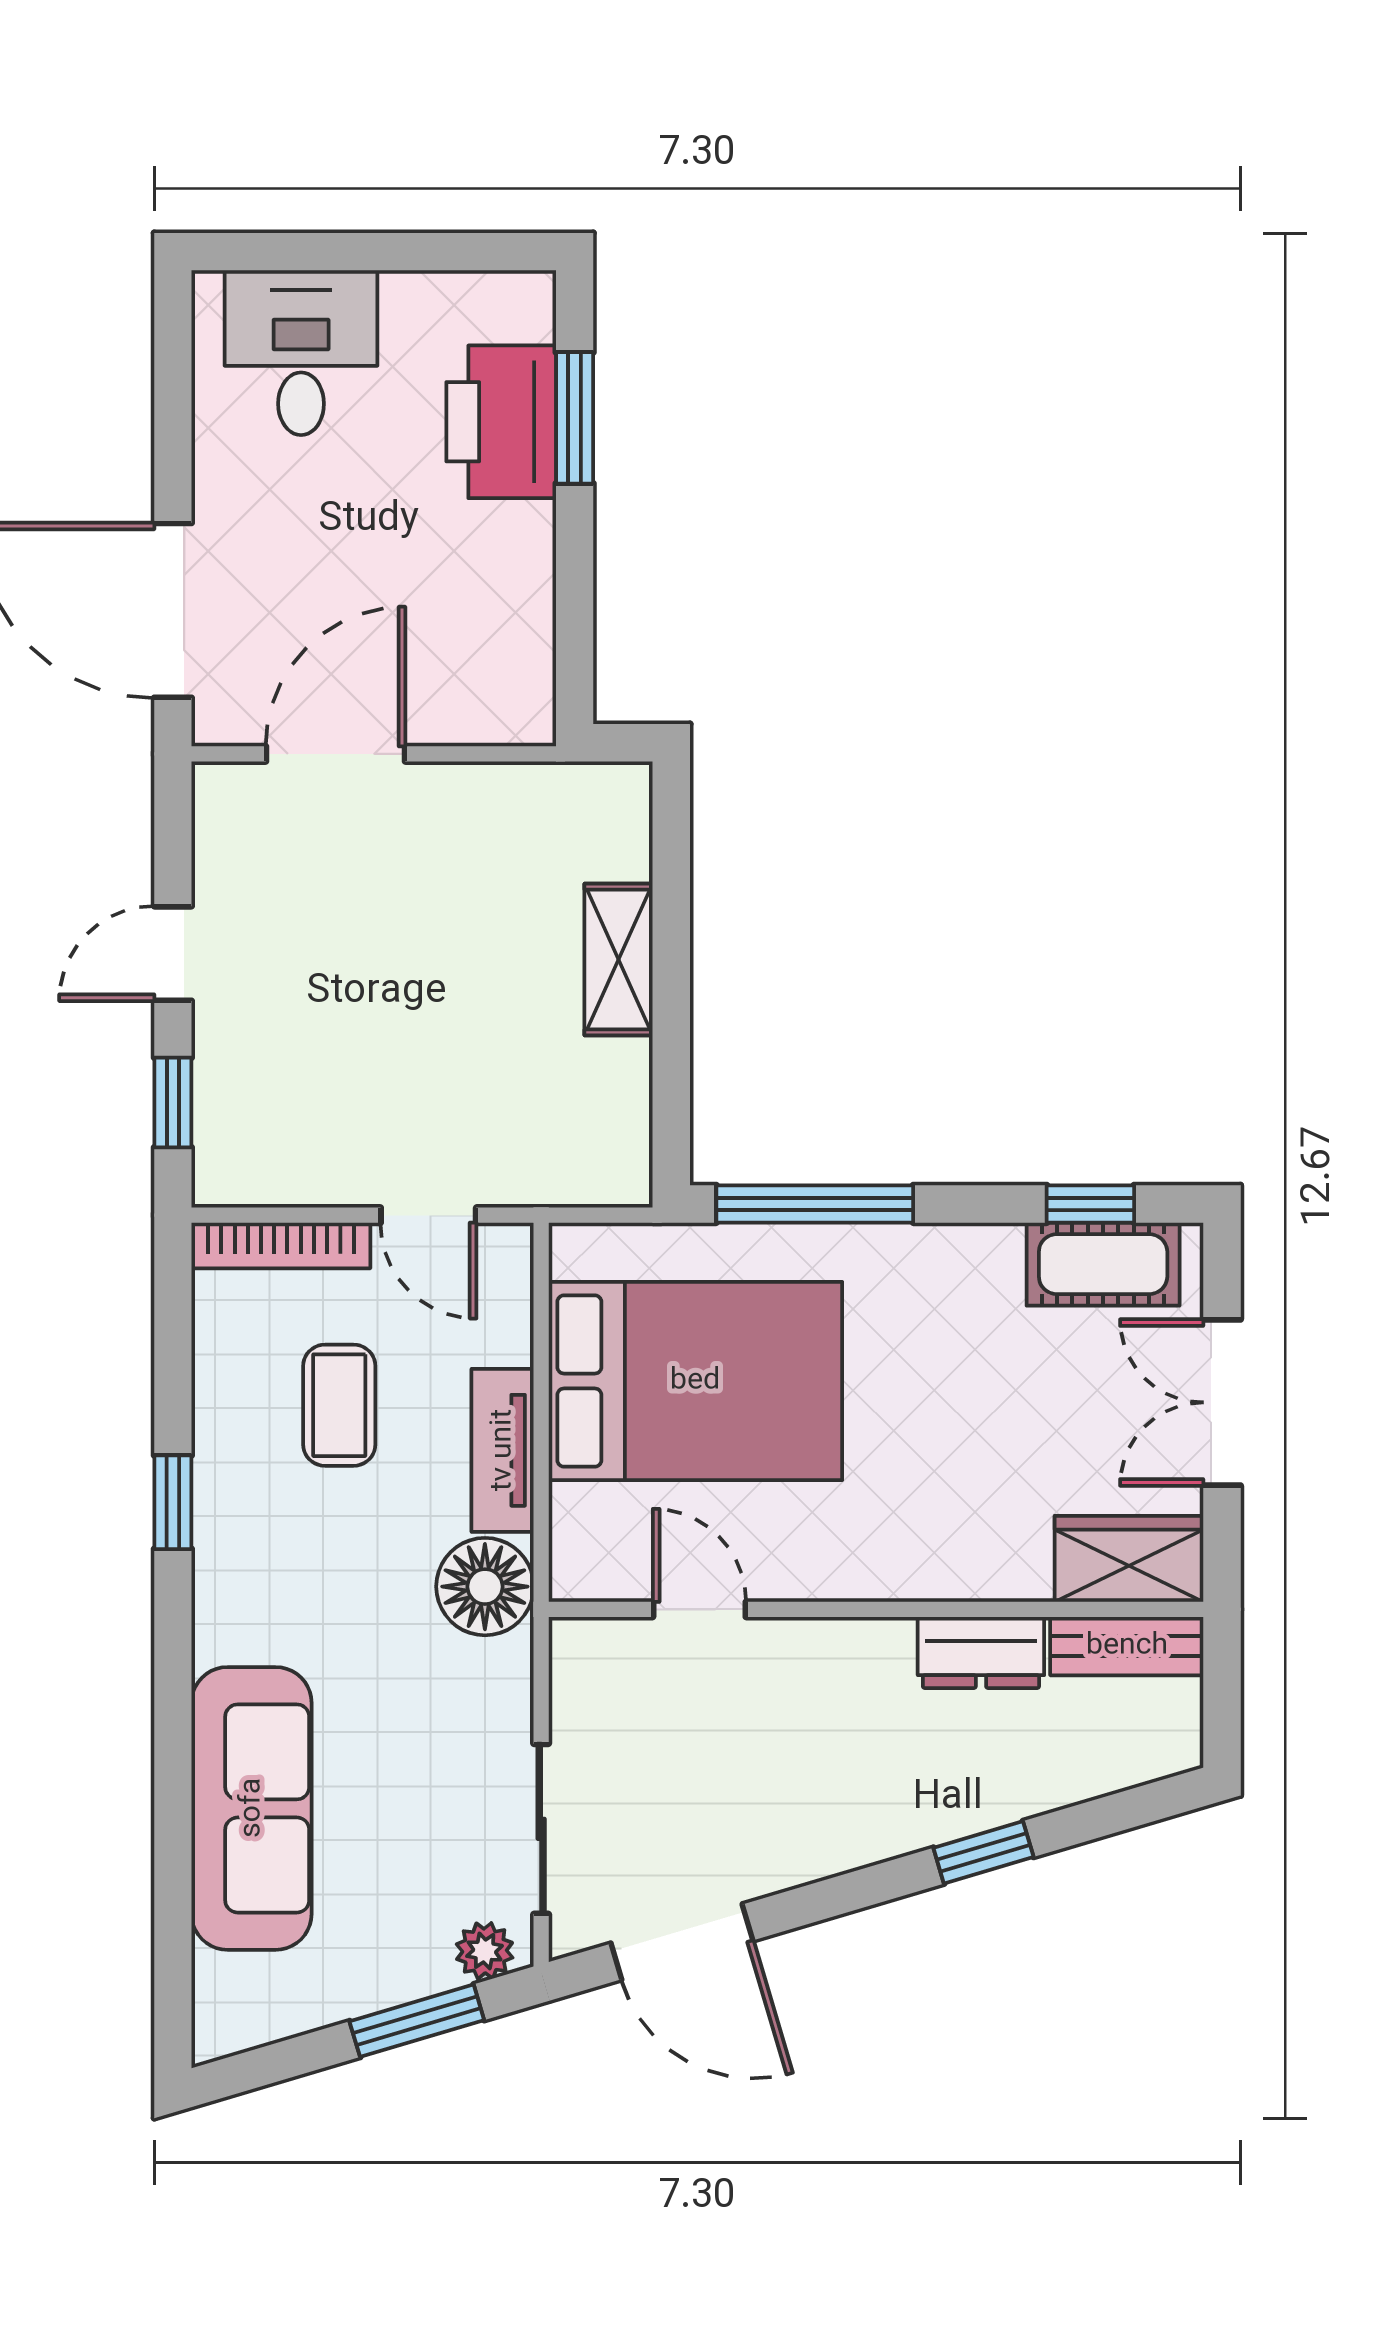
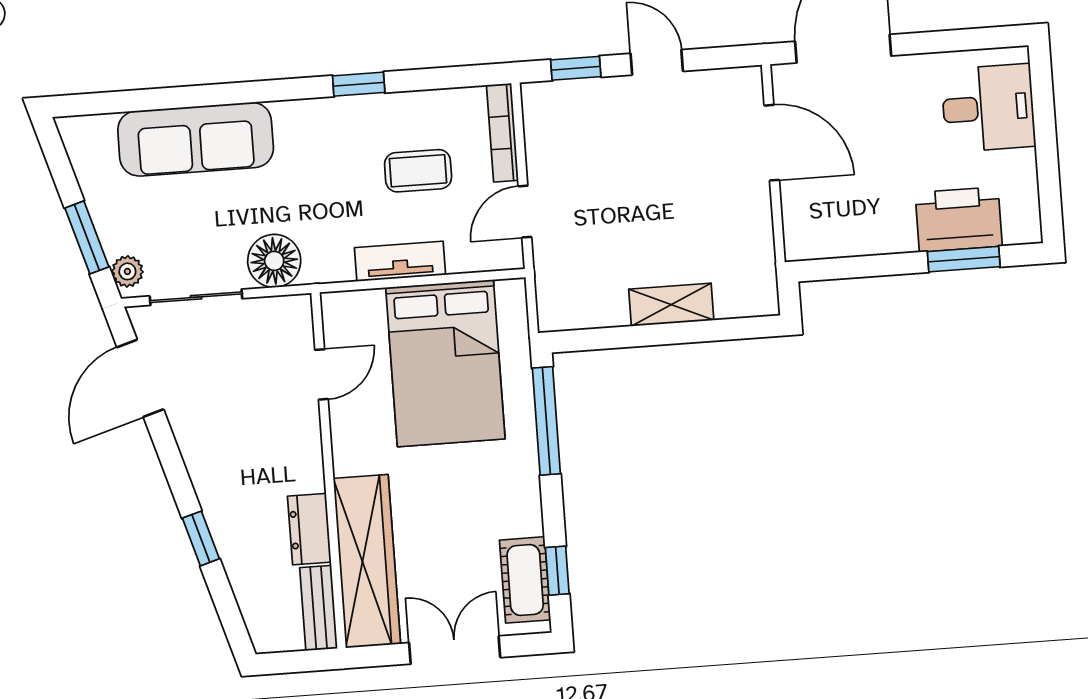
wardrobe: (1129, 1559) -> (367, 561), width x2.10, depth x1.17
floor lamp: (485, 1587) -> (274, 261), moved

